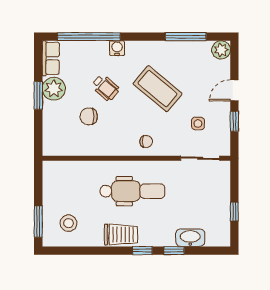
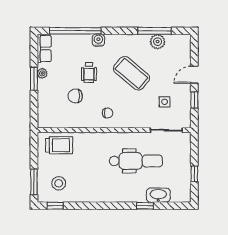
plant: (221, 50) -> (158, 42), moved
wheelchair: (105, 88) -> (89, 72), turned 49
plant: (54, 89) -> (42, 73), width x0.53, depth x0.53
chair: (146, 142) -> (107, 113), moved
dental chair: (132, 191) -> (136, 161), moved
trolley: (121, 235) -> (59, 145), moved
window: (142, 251) -> (55, 206), moved

